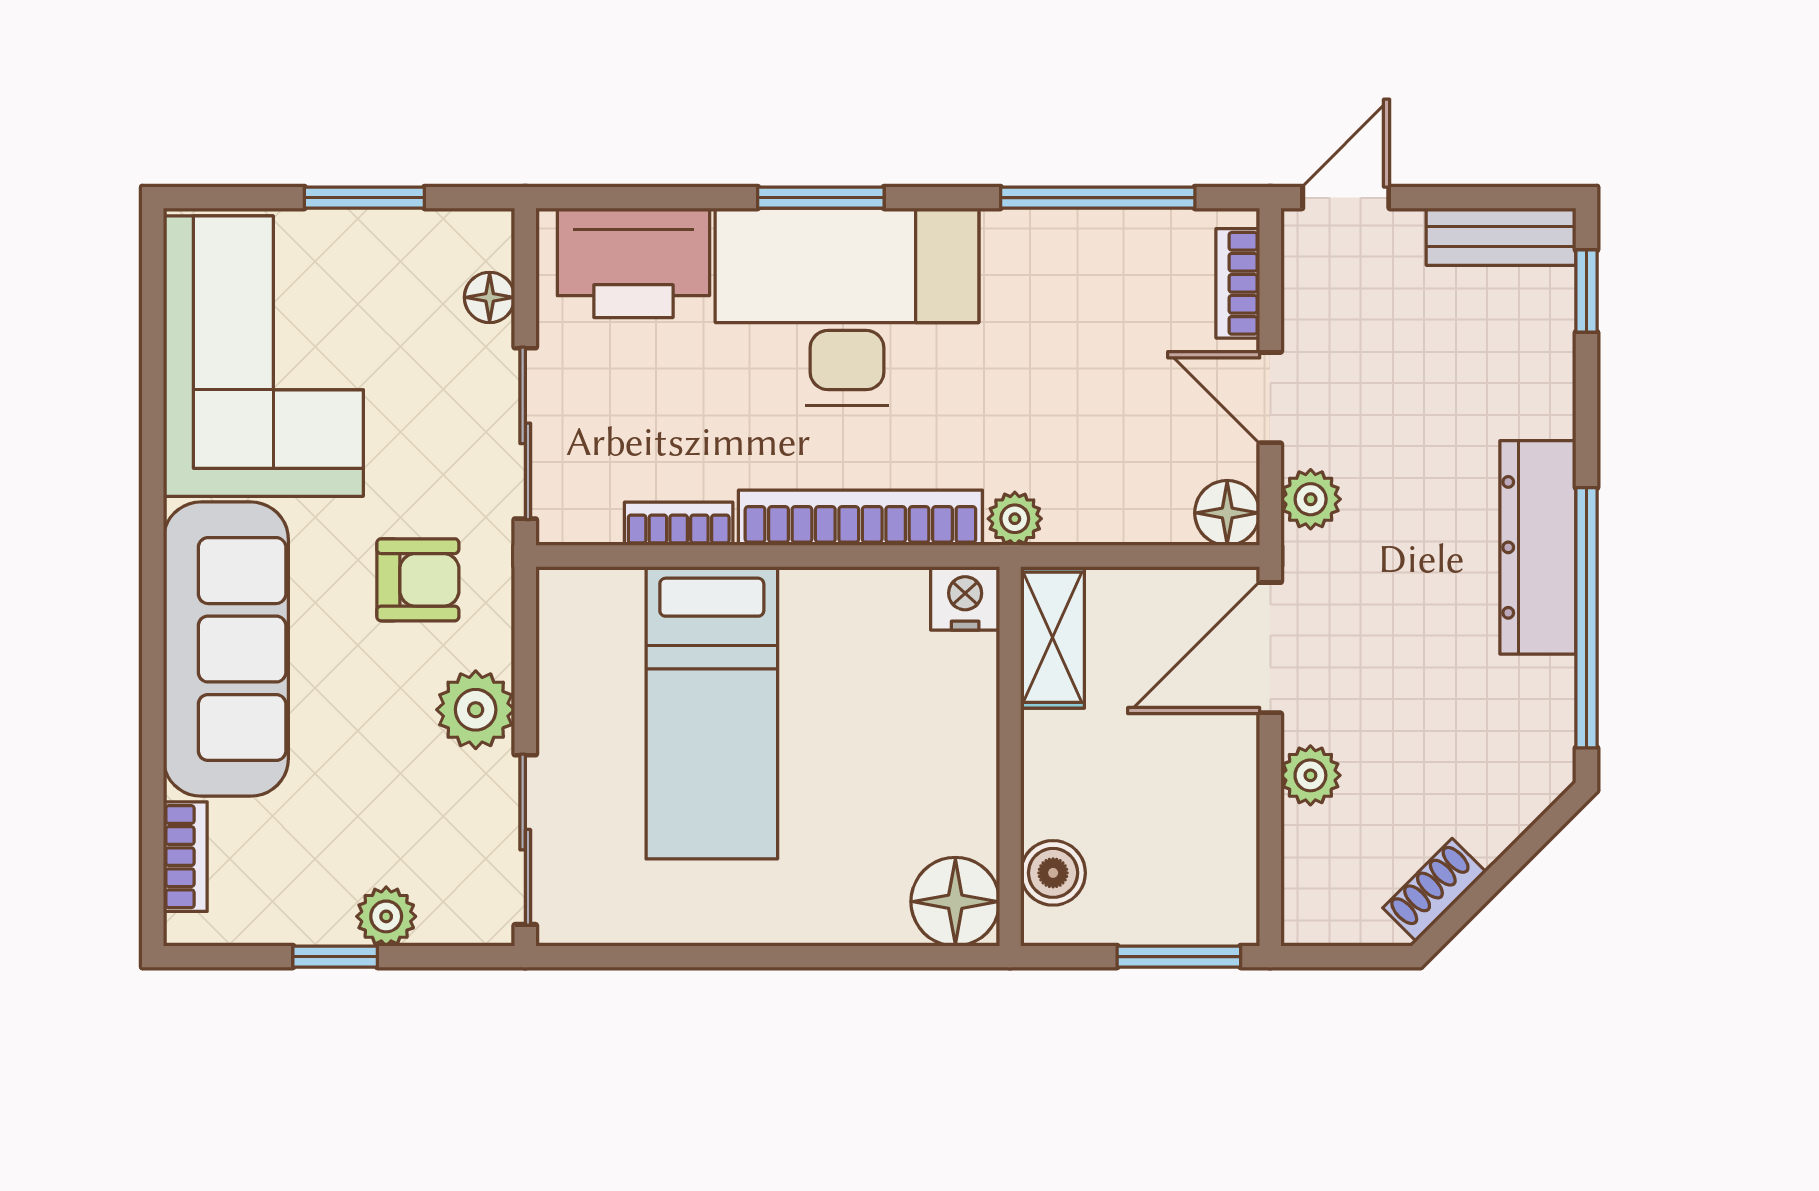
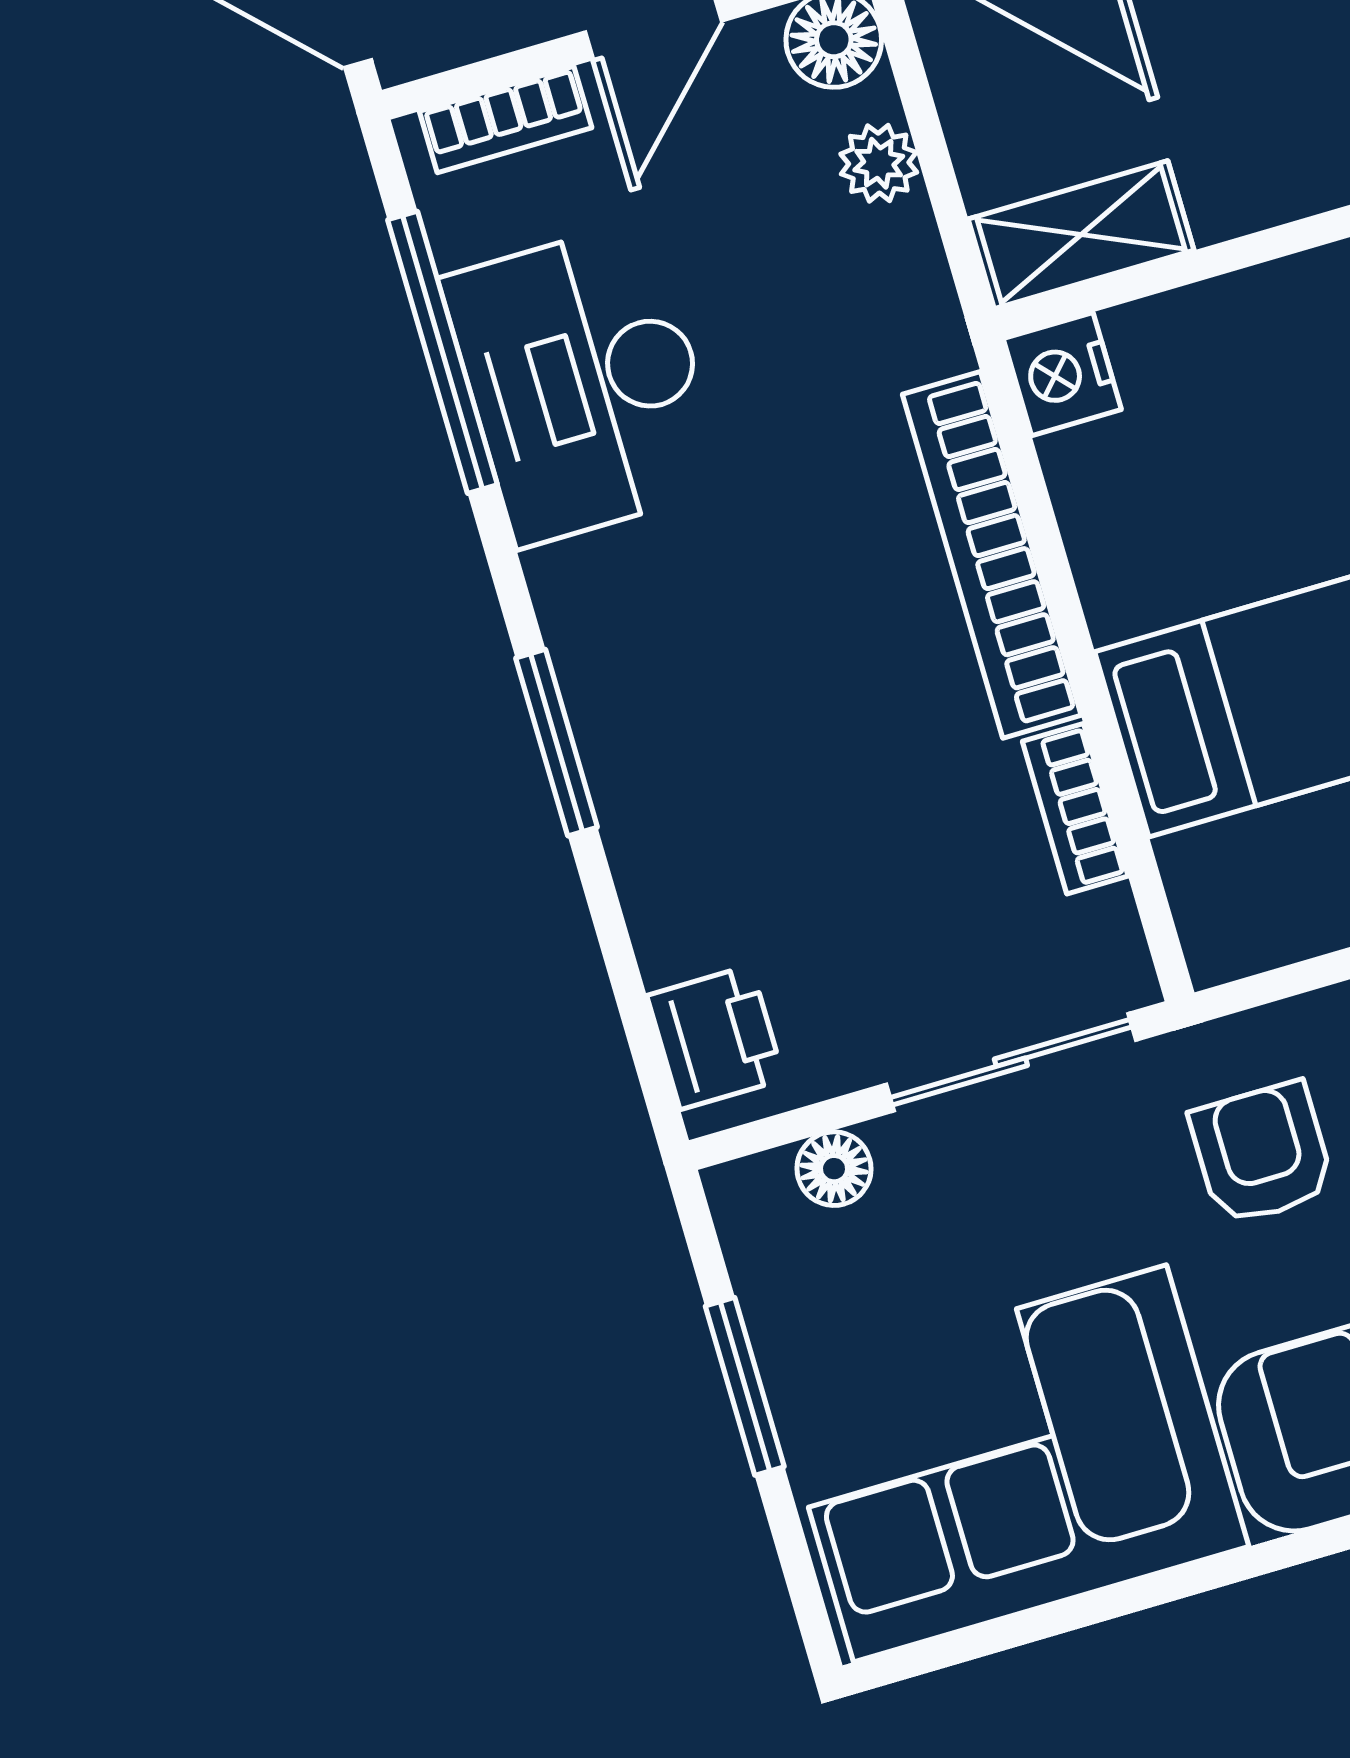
printer: (633, 263) -> (715, 1037), width x0.53, depth x0.68
desk: (847, 307) -> (584, 383), moved, width x0.73, depth x0.77
plant: (1015, 519) -> (879, 163), moved

